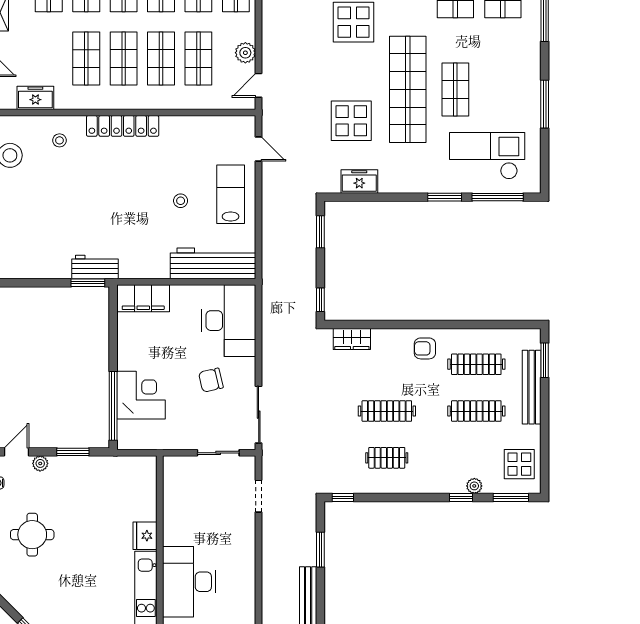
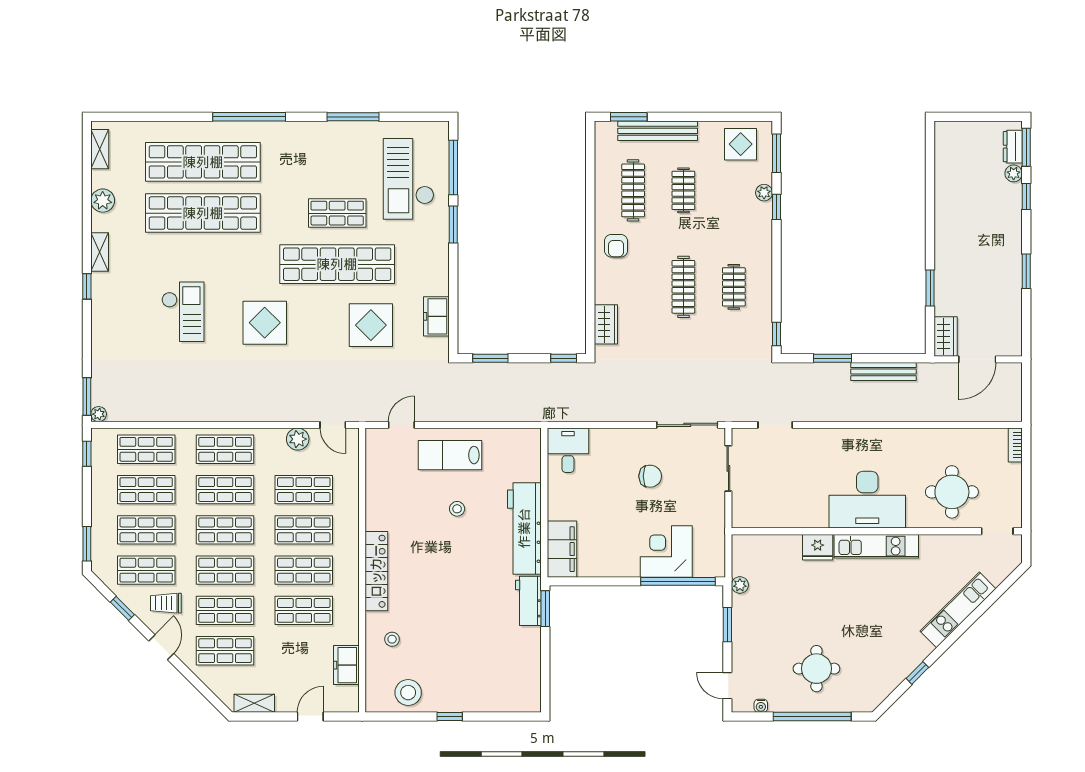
workbench: (213, 263) -> (524, 528), moved
desk: (229, 321) -> (568, 450), width x0.53, depth x0.77
chair: (211, 380) -> (650, 476), turned -77
clothes rail: (476, 411) -> (683, 190), width x0.73
plant: (40, 463) -> (740, 585), moved

